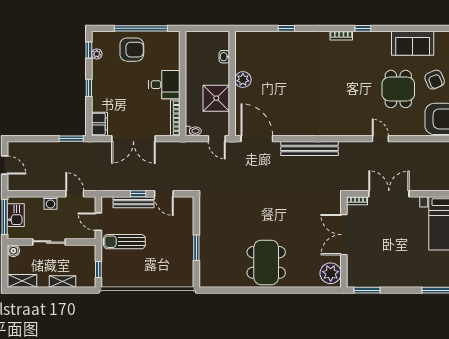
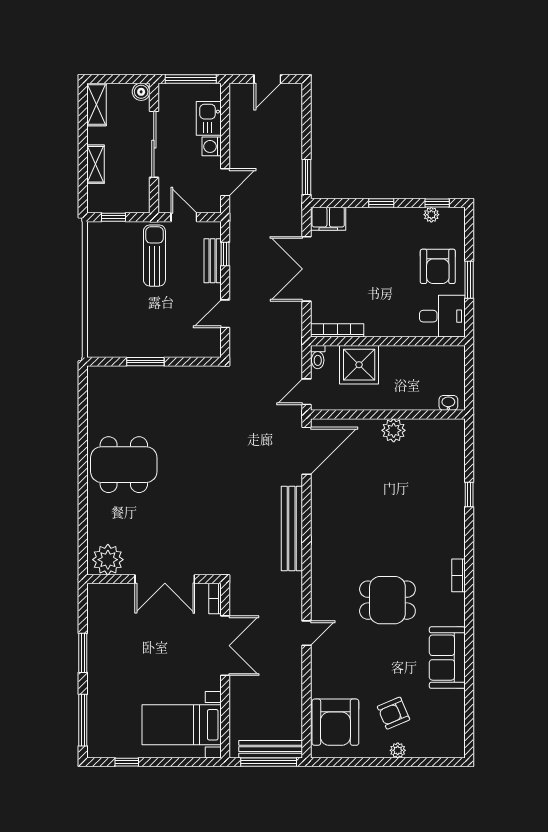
window: (141, 28) -> (469, 280), width x0.47
window: (363, 28) -> (469, 607), removed
sofa: (413, 43) -> (447, 658), moved
washbasin: (224, 57) -> (448, 403), moved
desk: (164, 85) -> (442, 316), moved, turned -90
dining table: (398, 89) -> (387, 600), moved
shower: (216, 98) -> (359, 365), moved
window: (138, 194) -> (225, 254), moved
bench: (133, 202) -> (213, 261), width x0.73
kitchen sink: (16, 215) -> (209, 118), moved, turned 90
door: (98, 222) -> (184, 217), hinge flipped
double door: (344, 235) -> (165, 579), swing flipped
sliding door: (49, 242) -> (154, 144), width x1.37
window: (367, 290) -> (83, 653), moved

